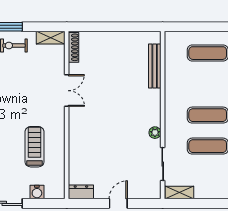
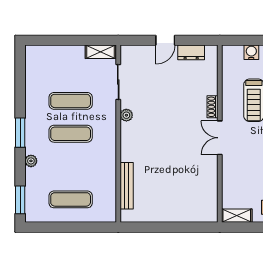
shoe rack: (74, 47) -> (213, 107), moved, width x0.70
double door: (67, 91) -> (220, 138), moved
dresser: (81, 192) -> (191, 52), moved

